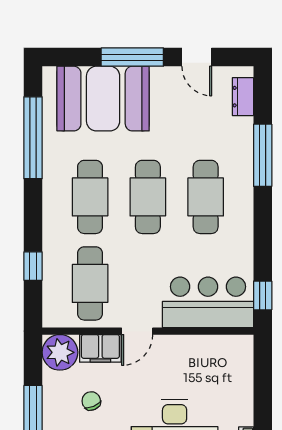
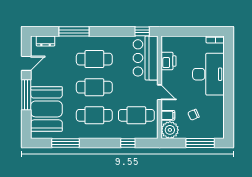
window: (33, 138) -> (66, 143), width x0.68
filing cabinet: (100, 348) -> (168, 115), width x0.50
printer: (202, 350) -> (168, 61), added

